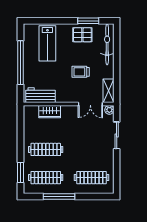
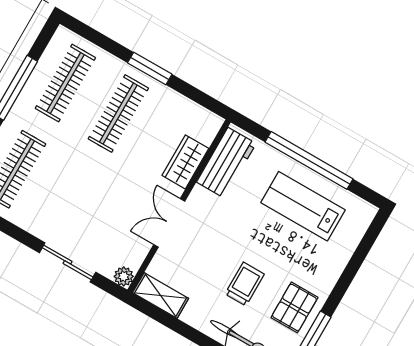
lab bench: (47, 43) -> (303, 206), moved
trolley: (81, 72) -> (245, 284), moved
double door: (90, 104) -> (169, 223), moved
window: (21, 172) -> (150, 69), moved

